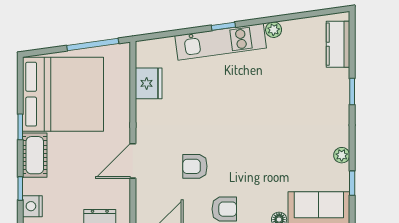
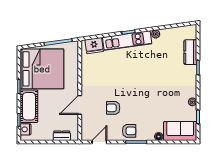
kitchen counter: (338, 44) -> (190, 52), moved
fridge: (149, 83) -> (94, 46), moved, turned 82
cot: (35, 155) -> (29, 106), width x1.37, depth x1.34

